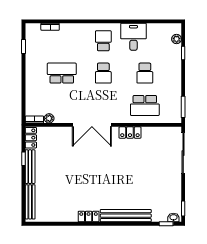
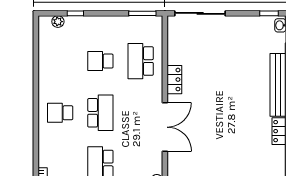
desk: (133, 37) -> (55, 75), removed
school desk: (103, 73) -> (100, 113), width x1.85
school desk: (145, 73) -> (100, 61), turned 180
school desk: (145, 105) -> (141, 61), turned 180

